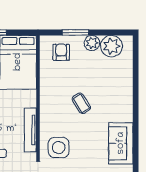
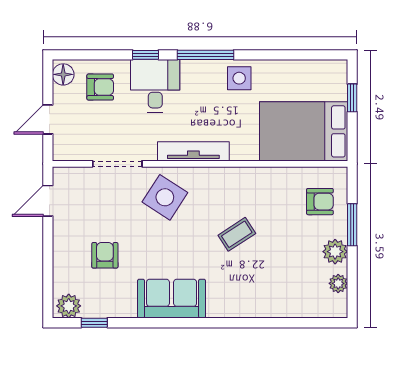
plant: (112, 46) -> (338, 283), width x0.53, depth x0.53
side table: (59, 147) -> (165, 197), turned 33

